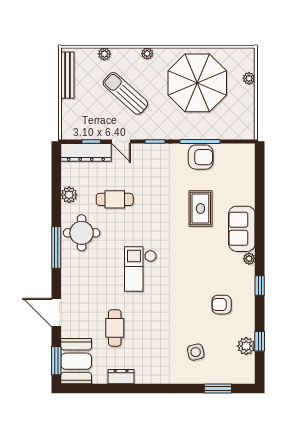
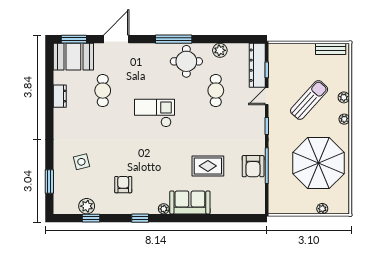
plant: (104, 54) -> (344, 97), moved
bench: (67, 75) -> (331, 49), width x0.73
cafe table: (115, 328) -> (103, 91), turned 90

